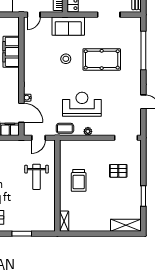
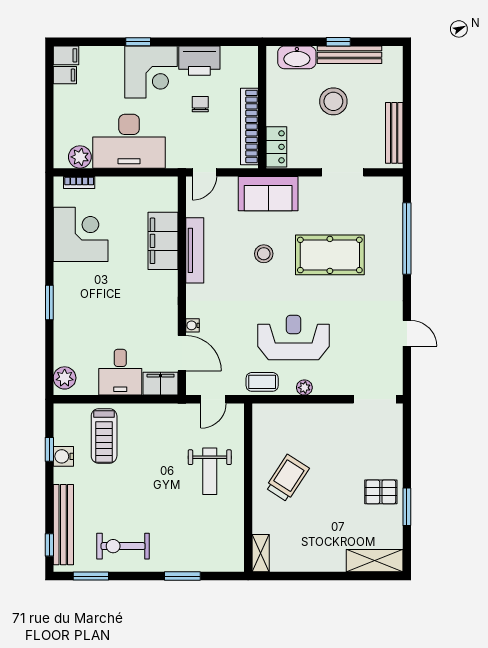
tv unit: (28, 57) -> (195, 250), added
pallet: (118, 171) -> (381, 492), moved
trolley: (79, 180) -> (287, 478), turned -147

